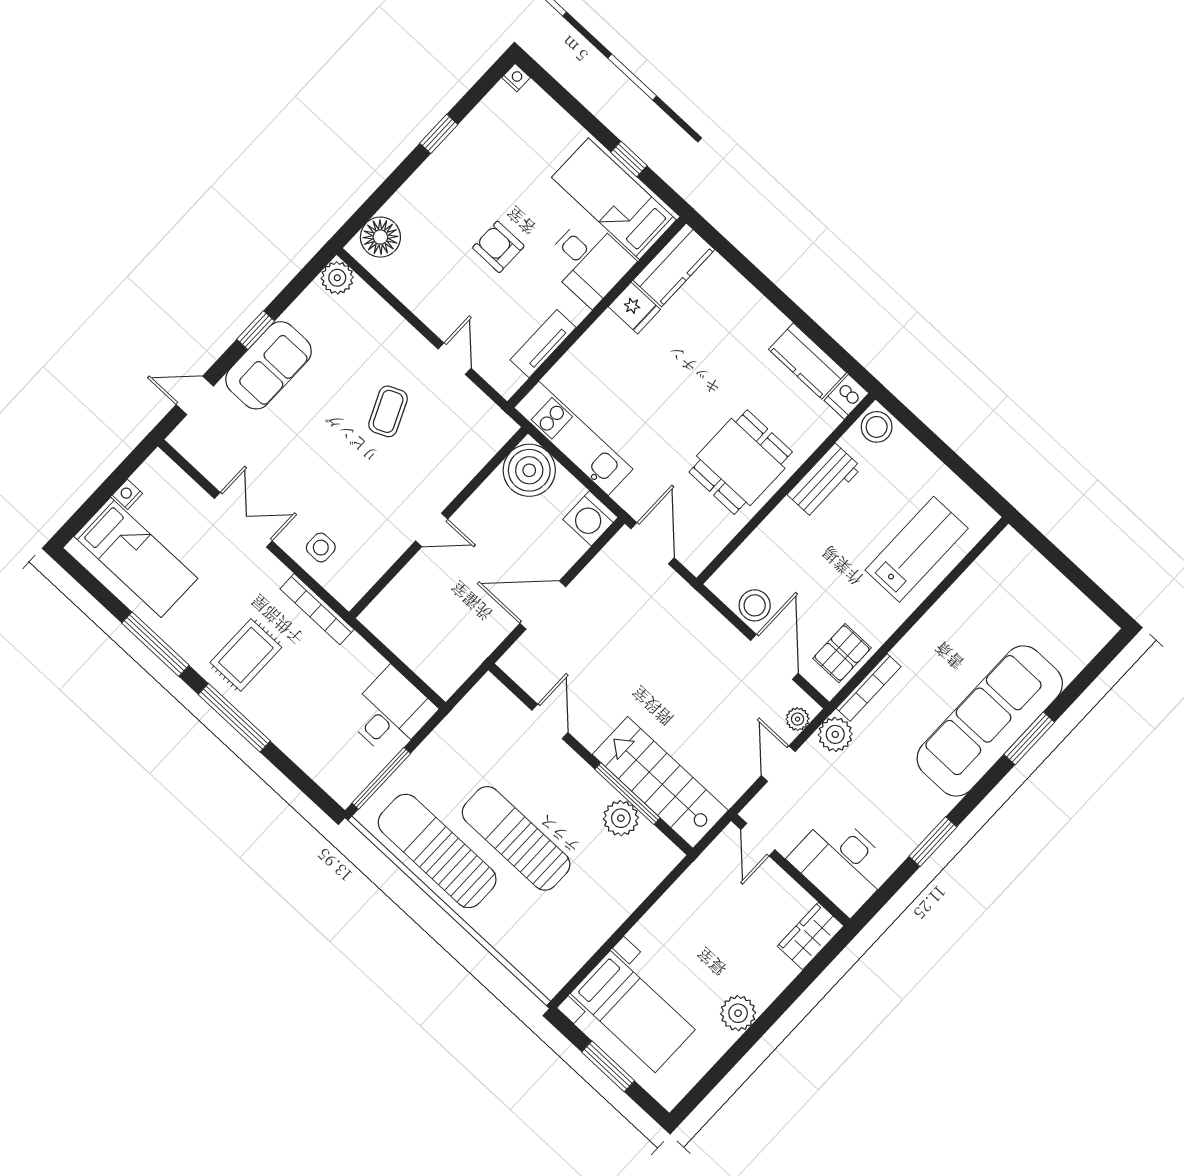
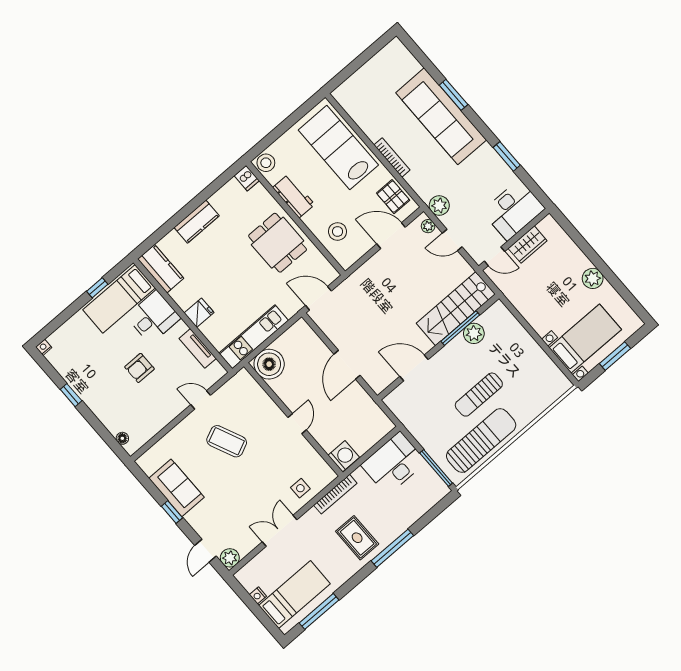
floor lamp: (380, 237) -> (122, 438), width x0.53, depth x0.53
plant: (337, 278) -> (230, 558), moved
fridge: (634, 308) -> (199, 313), moved
kitchen counter: (808, 361) -> (197, 222), moved
sofa: (268, 365) -> (176, 488), moved
coffee table: (388, 411) -> (227, 441), width x1.36, depth x1.30
washing machine: (590, 518) -> (344, 456), moved, turned -90
lab bench: (917, 549) -> (338, 148), width x1.36, depth x1.39
stool: (755, 605) -> (338, 231), moved
window: (155, 644) -> (319, 611), moved
bookcase: (869, 687) -> (392, 157), moved
desk: (390, 713) -> (394, 463), width x1.37
door: (550, 721) -> (414, 368), width x1.38
sun lounger: (516, 838) -> (479, 395), width x0.73, depth x0.75
sun lounger: (437, 851) -> (481, 440), turned 180
wardrobe: (811, 936) -> (528, 245), moved, turned -90

